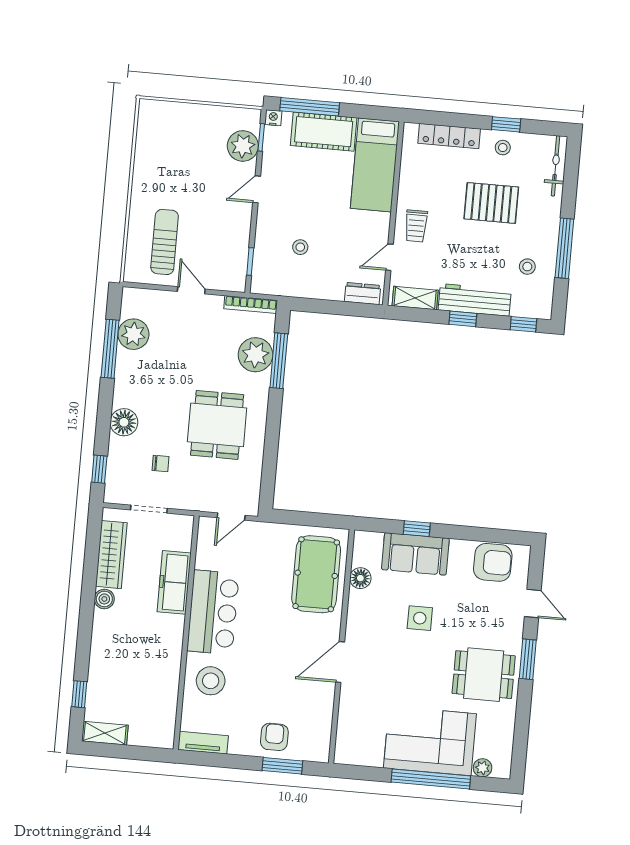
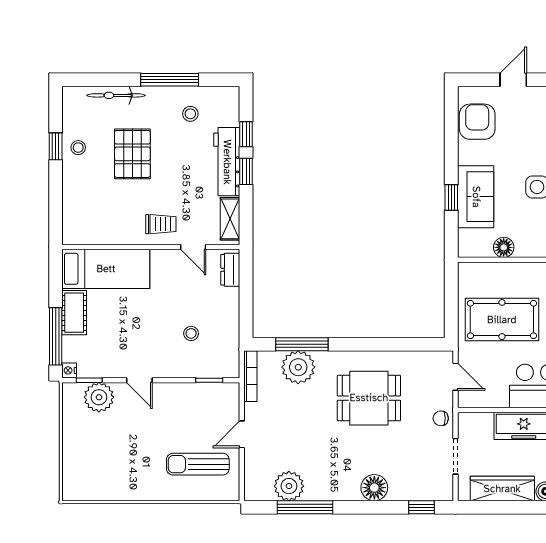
cot: (324, 132) -> (74, 313), width x0.73, depth x0.75
locker: (449, 136) -> (72, 200), removed
bicycle: (556, 166) -> (116, 95), moved
window: (523, 324) -> (246, 134), moved
chair: (160, 464) -> (441, 418), moved, turned -90
pool table: (316, 574) -> (502, 320), moved

